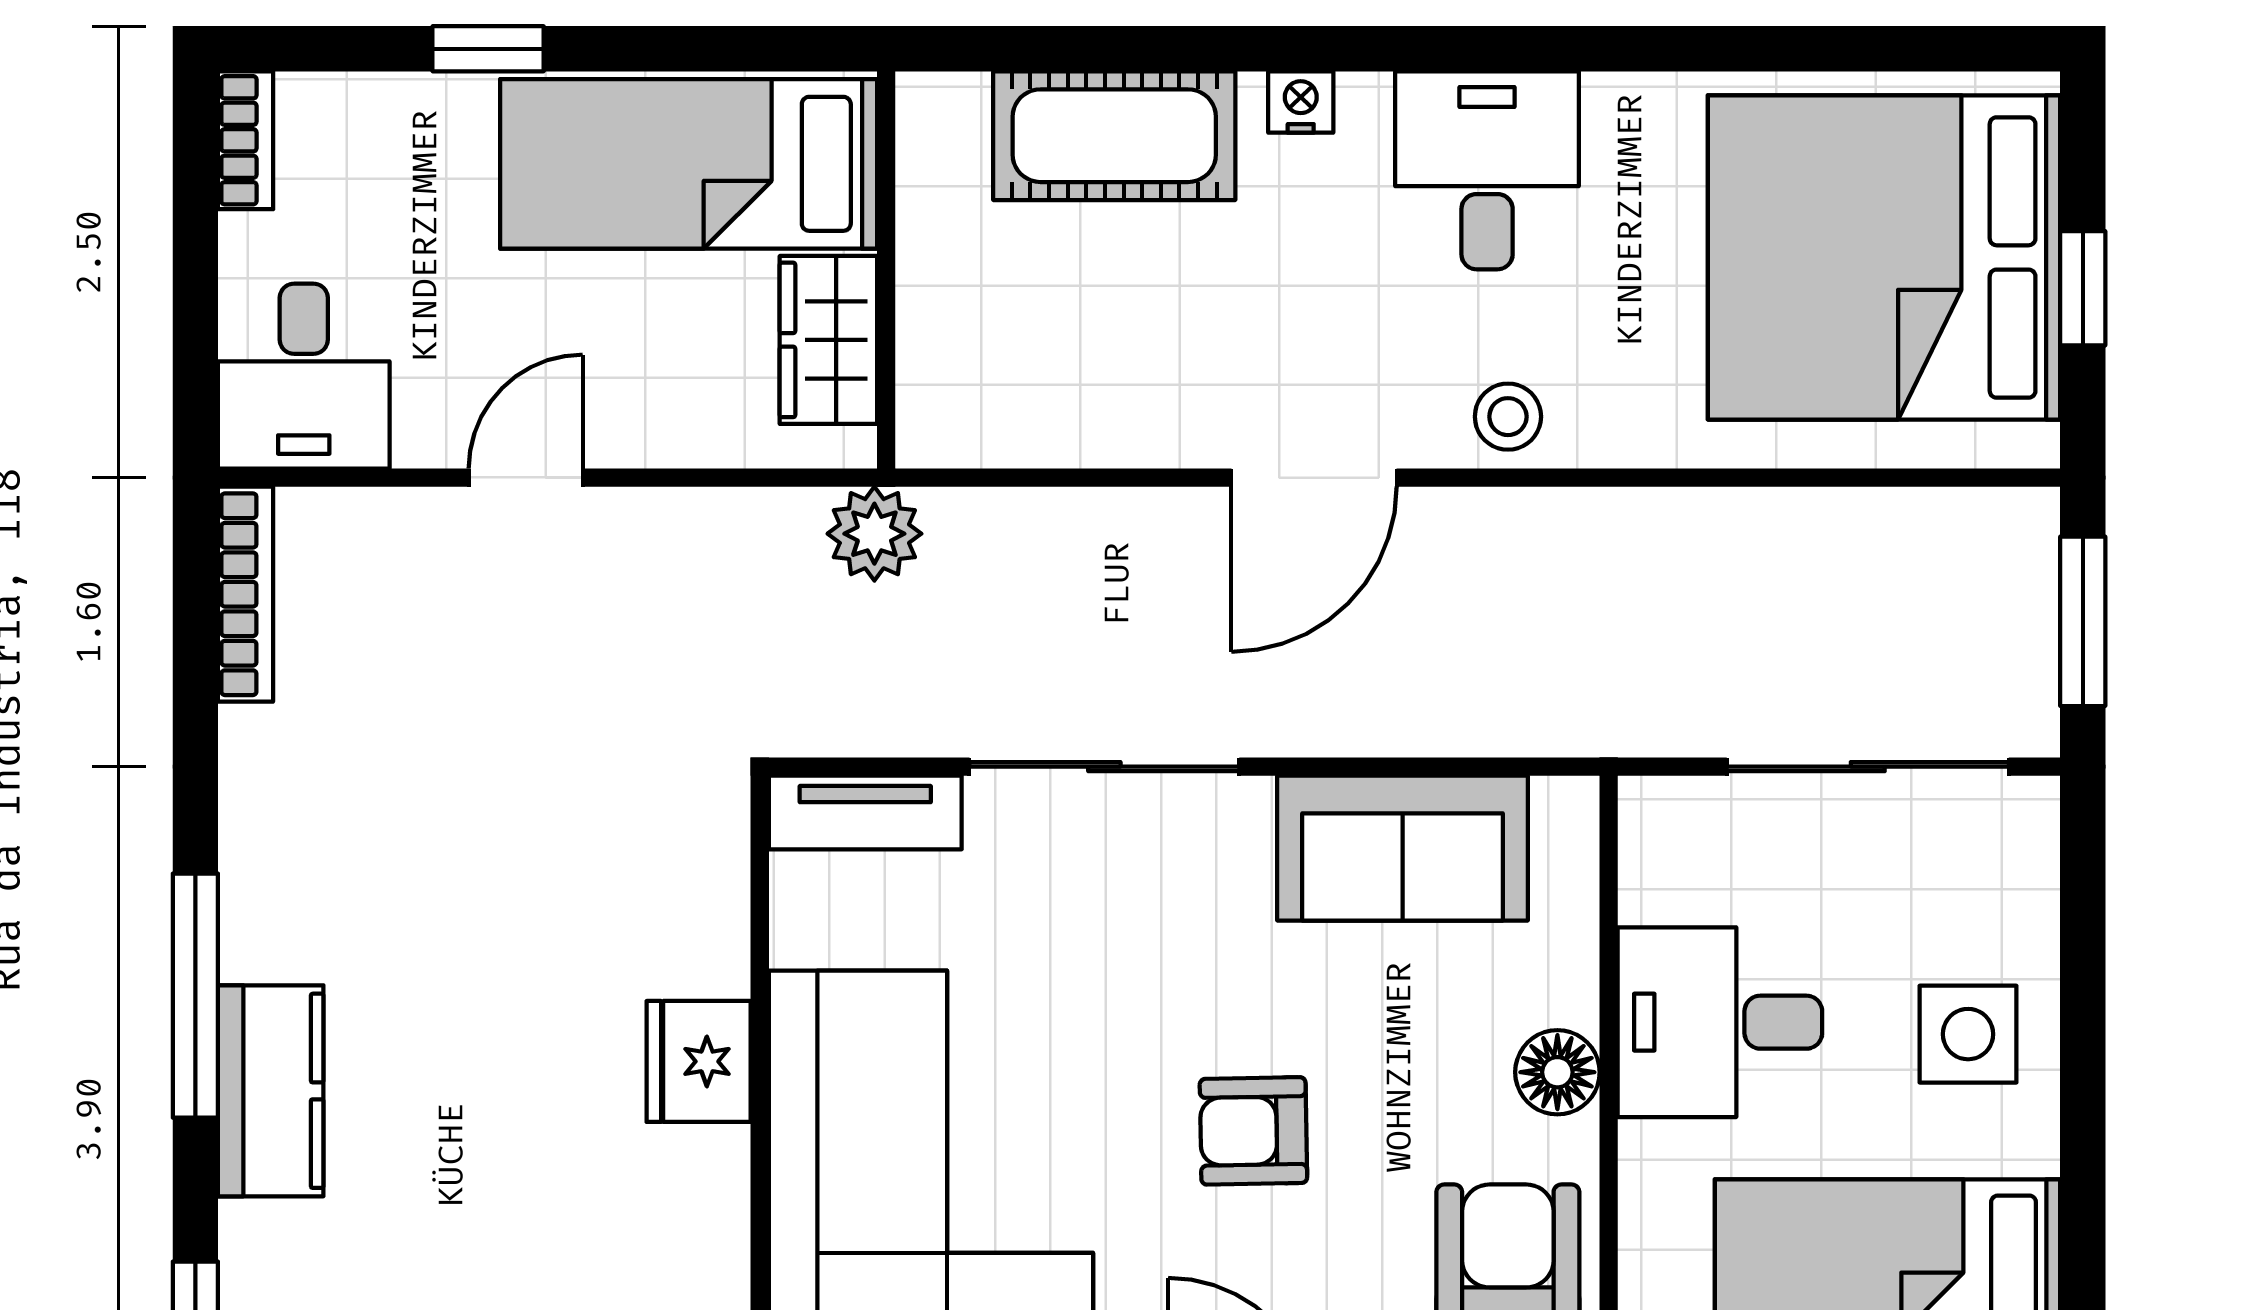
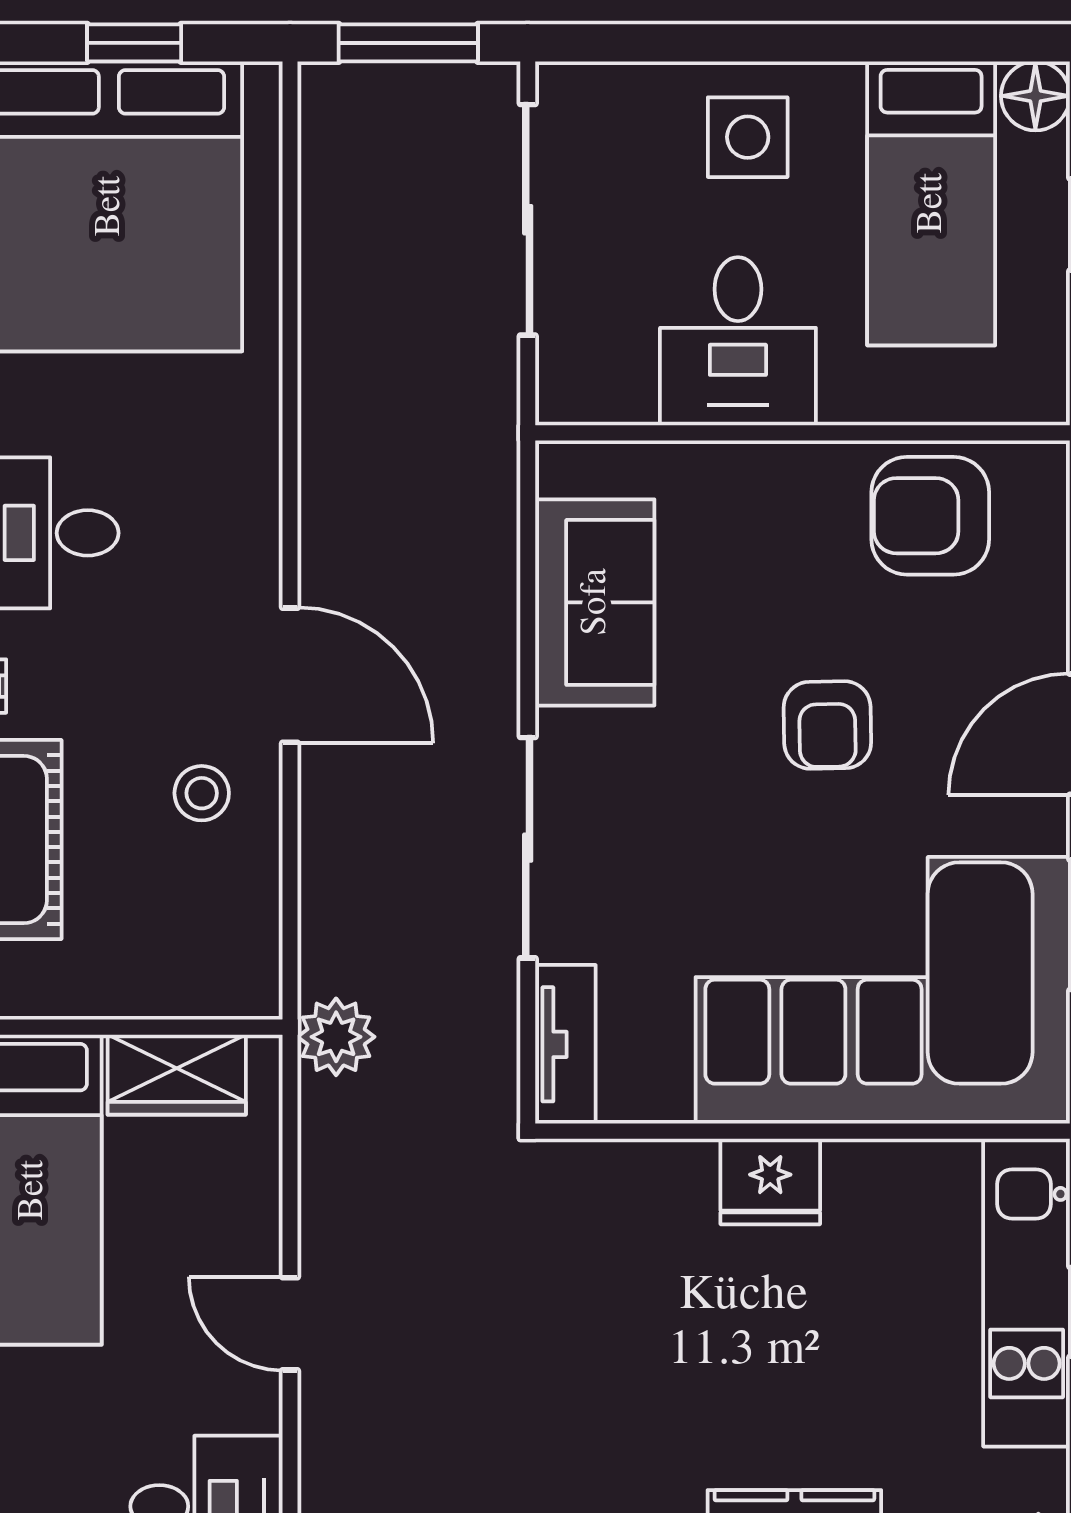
stool: (1508, 417) -> (202, 793), moved
floor lamp: (1557, 1072) -> (779, 475), removed

